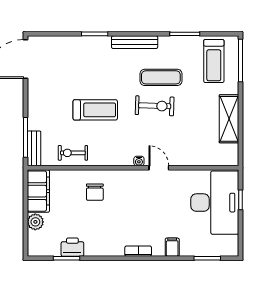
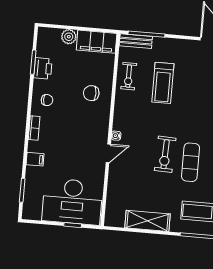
treadmill: (95, 110) -> (163, 83), moved
exercise bike: (73, 153) -> (129, 76), turned 180
chair: (107, 240) -> (47, 100), added

